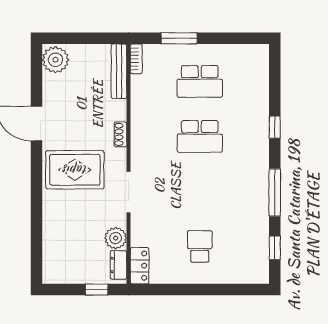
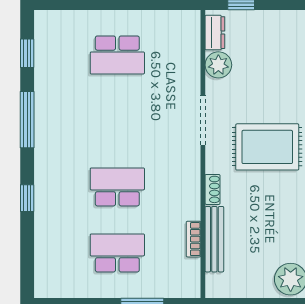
bookcase: (136, 59) -> (194, 239), moved
bench: (119, 71) -> (214, 239), moved
school desk: (200, 246) -> (117, 55), width x1.85
locker: (140, 266) -> (190, 32), removed

